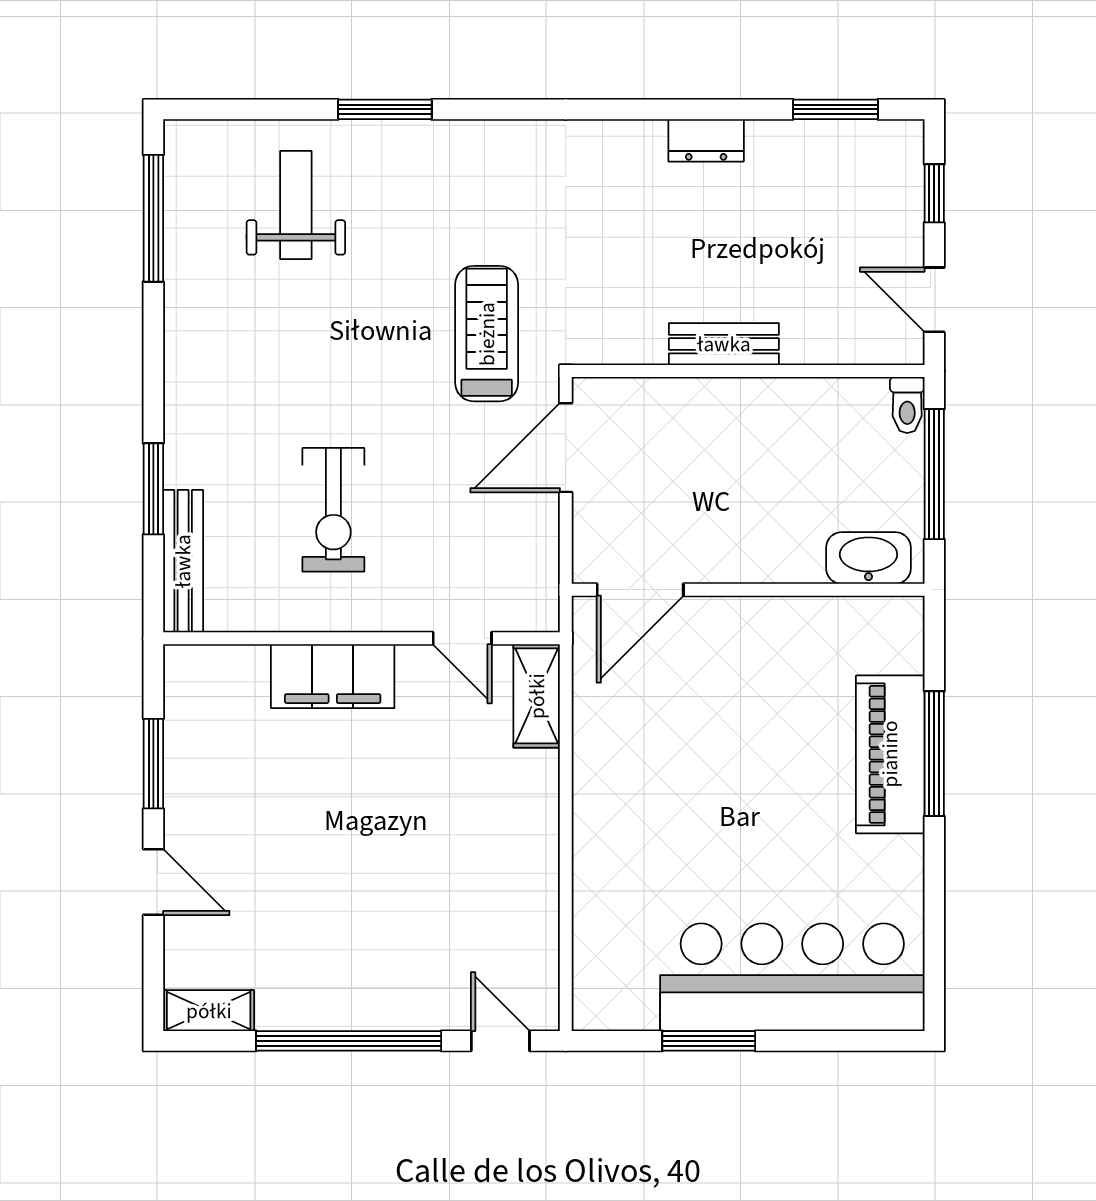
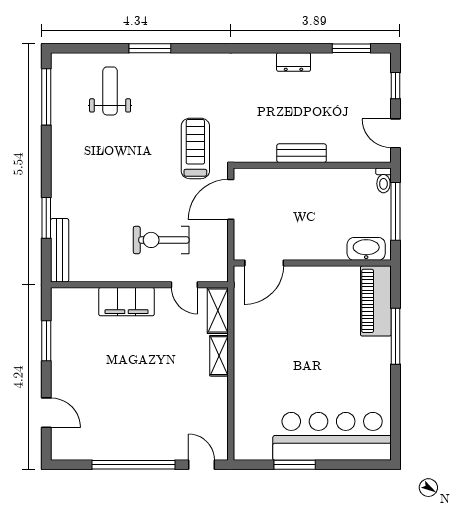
exercise bike: (333, 510) -> (161, 240), moved, turned 90
piano: (890, 754) -> (376, 301), moved
door: (153, 882) -> (46, 413), moved
shelving: (209, 1011) -> (219, 356), moved, turned 90

